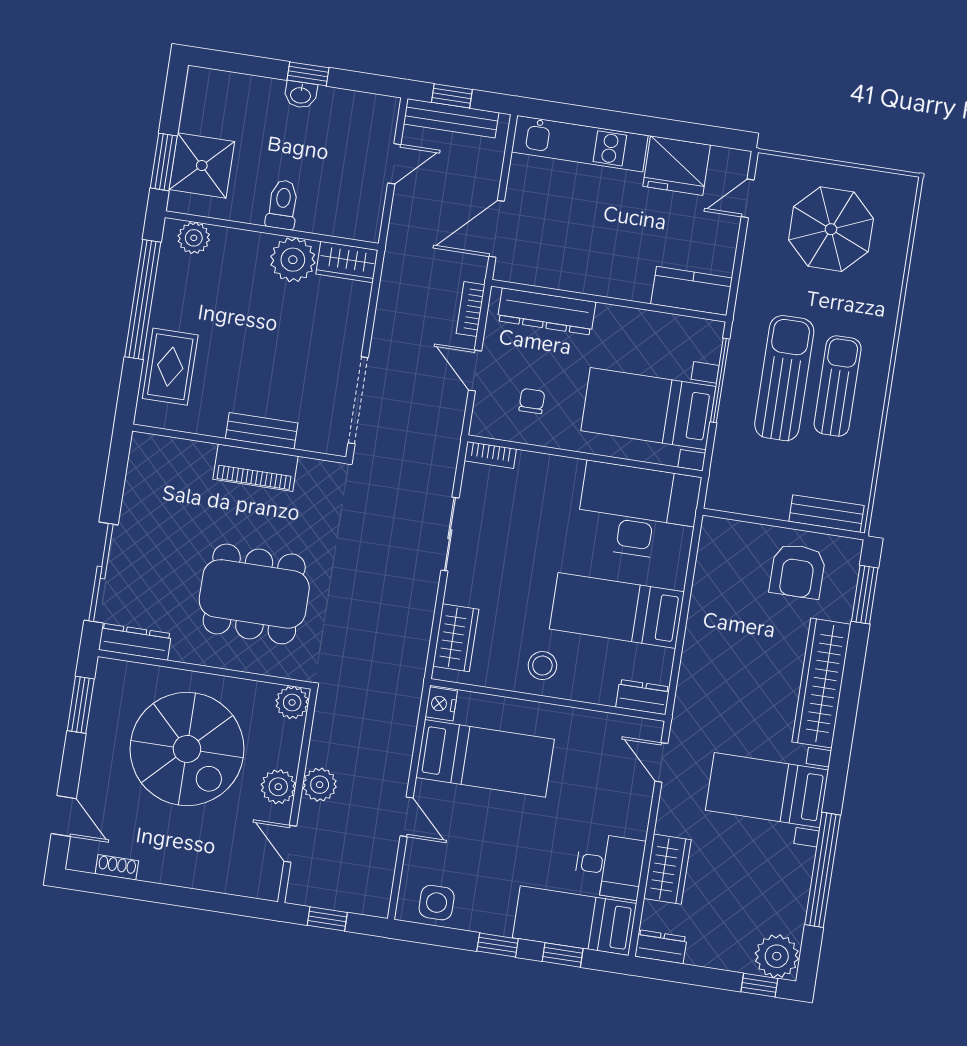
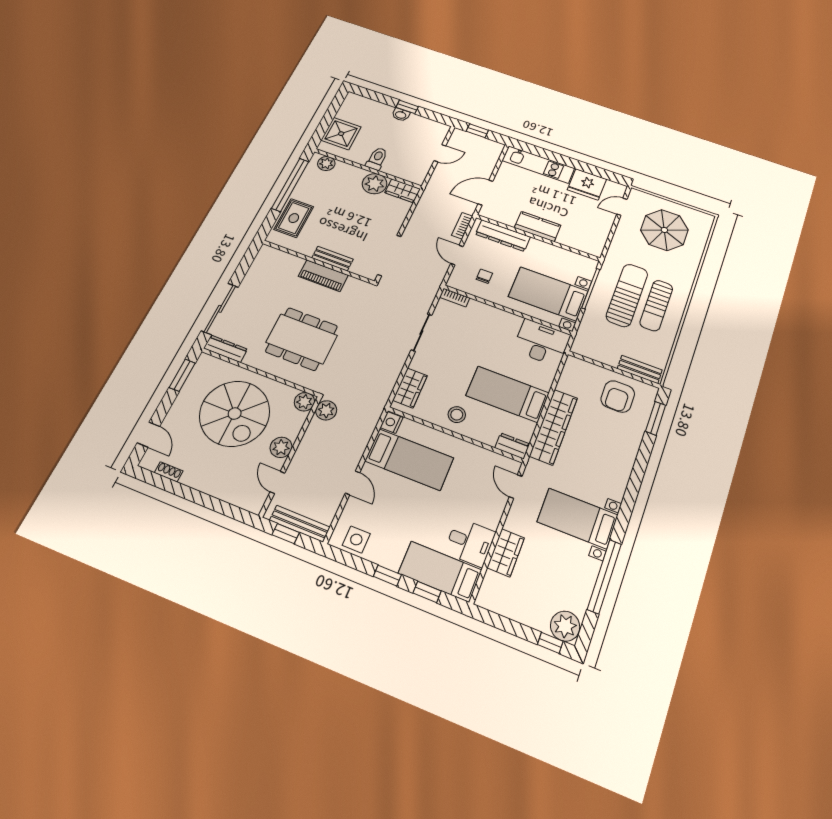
bench: (451, 118) -> (300, 524), moved
window: (164, 162) -> (322, 128), removed
kitchen counter: (692, 291) -> (538, 227), moved
sun lounger: (838, 386) -> (656, 305), turned 180
desk: (638, 511) -> (542, 343), width x0.73, depth x0.77
wardrobe: (821, 683) -> (554, 427), moved, turned 180
plant: (320, 785) -> (326, 410), moved
dresser: (661, 947) -> (491, 602), removed

